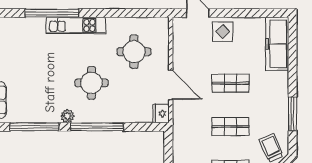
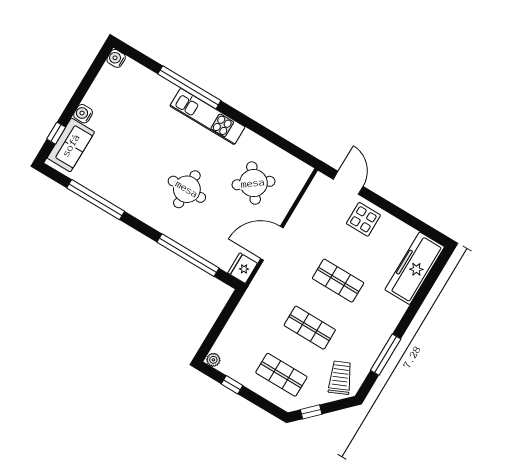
round table: (134, 52) -> (253, 183), turned -37
door: (171, 85) -> (272, 243), swing flipped
plant: (67, 116) -> (139, 210), removed
window: (97, 127) -> (188, 255), moved

